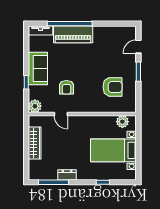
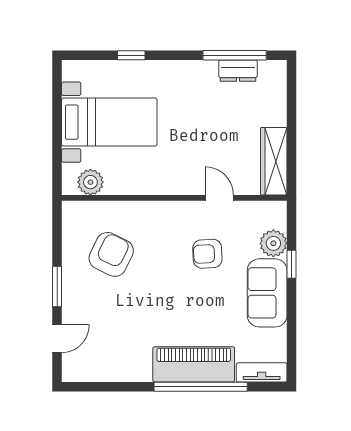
armchair: (66, 87) -> (207, 254), turned -93
armchair: (113, 87) -> (111, 254), turned 116
plant: (35, 106) -> (273, 243), moved
wardrobe: (35, 143) -> (274, 161), moved
dresser: (67, 175) -> (238, 71), moved

